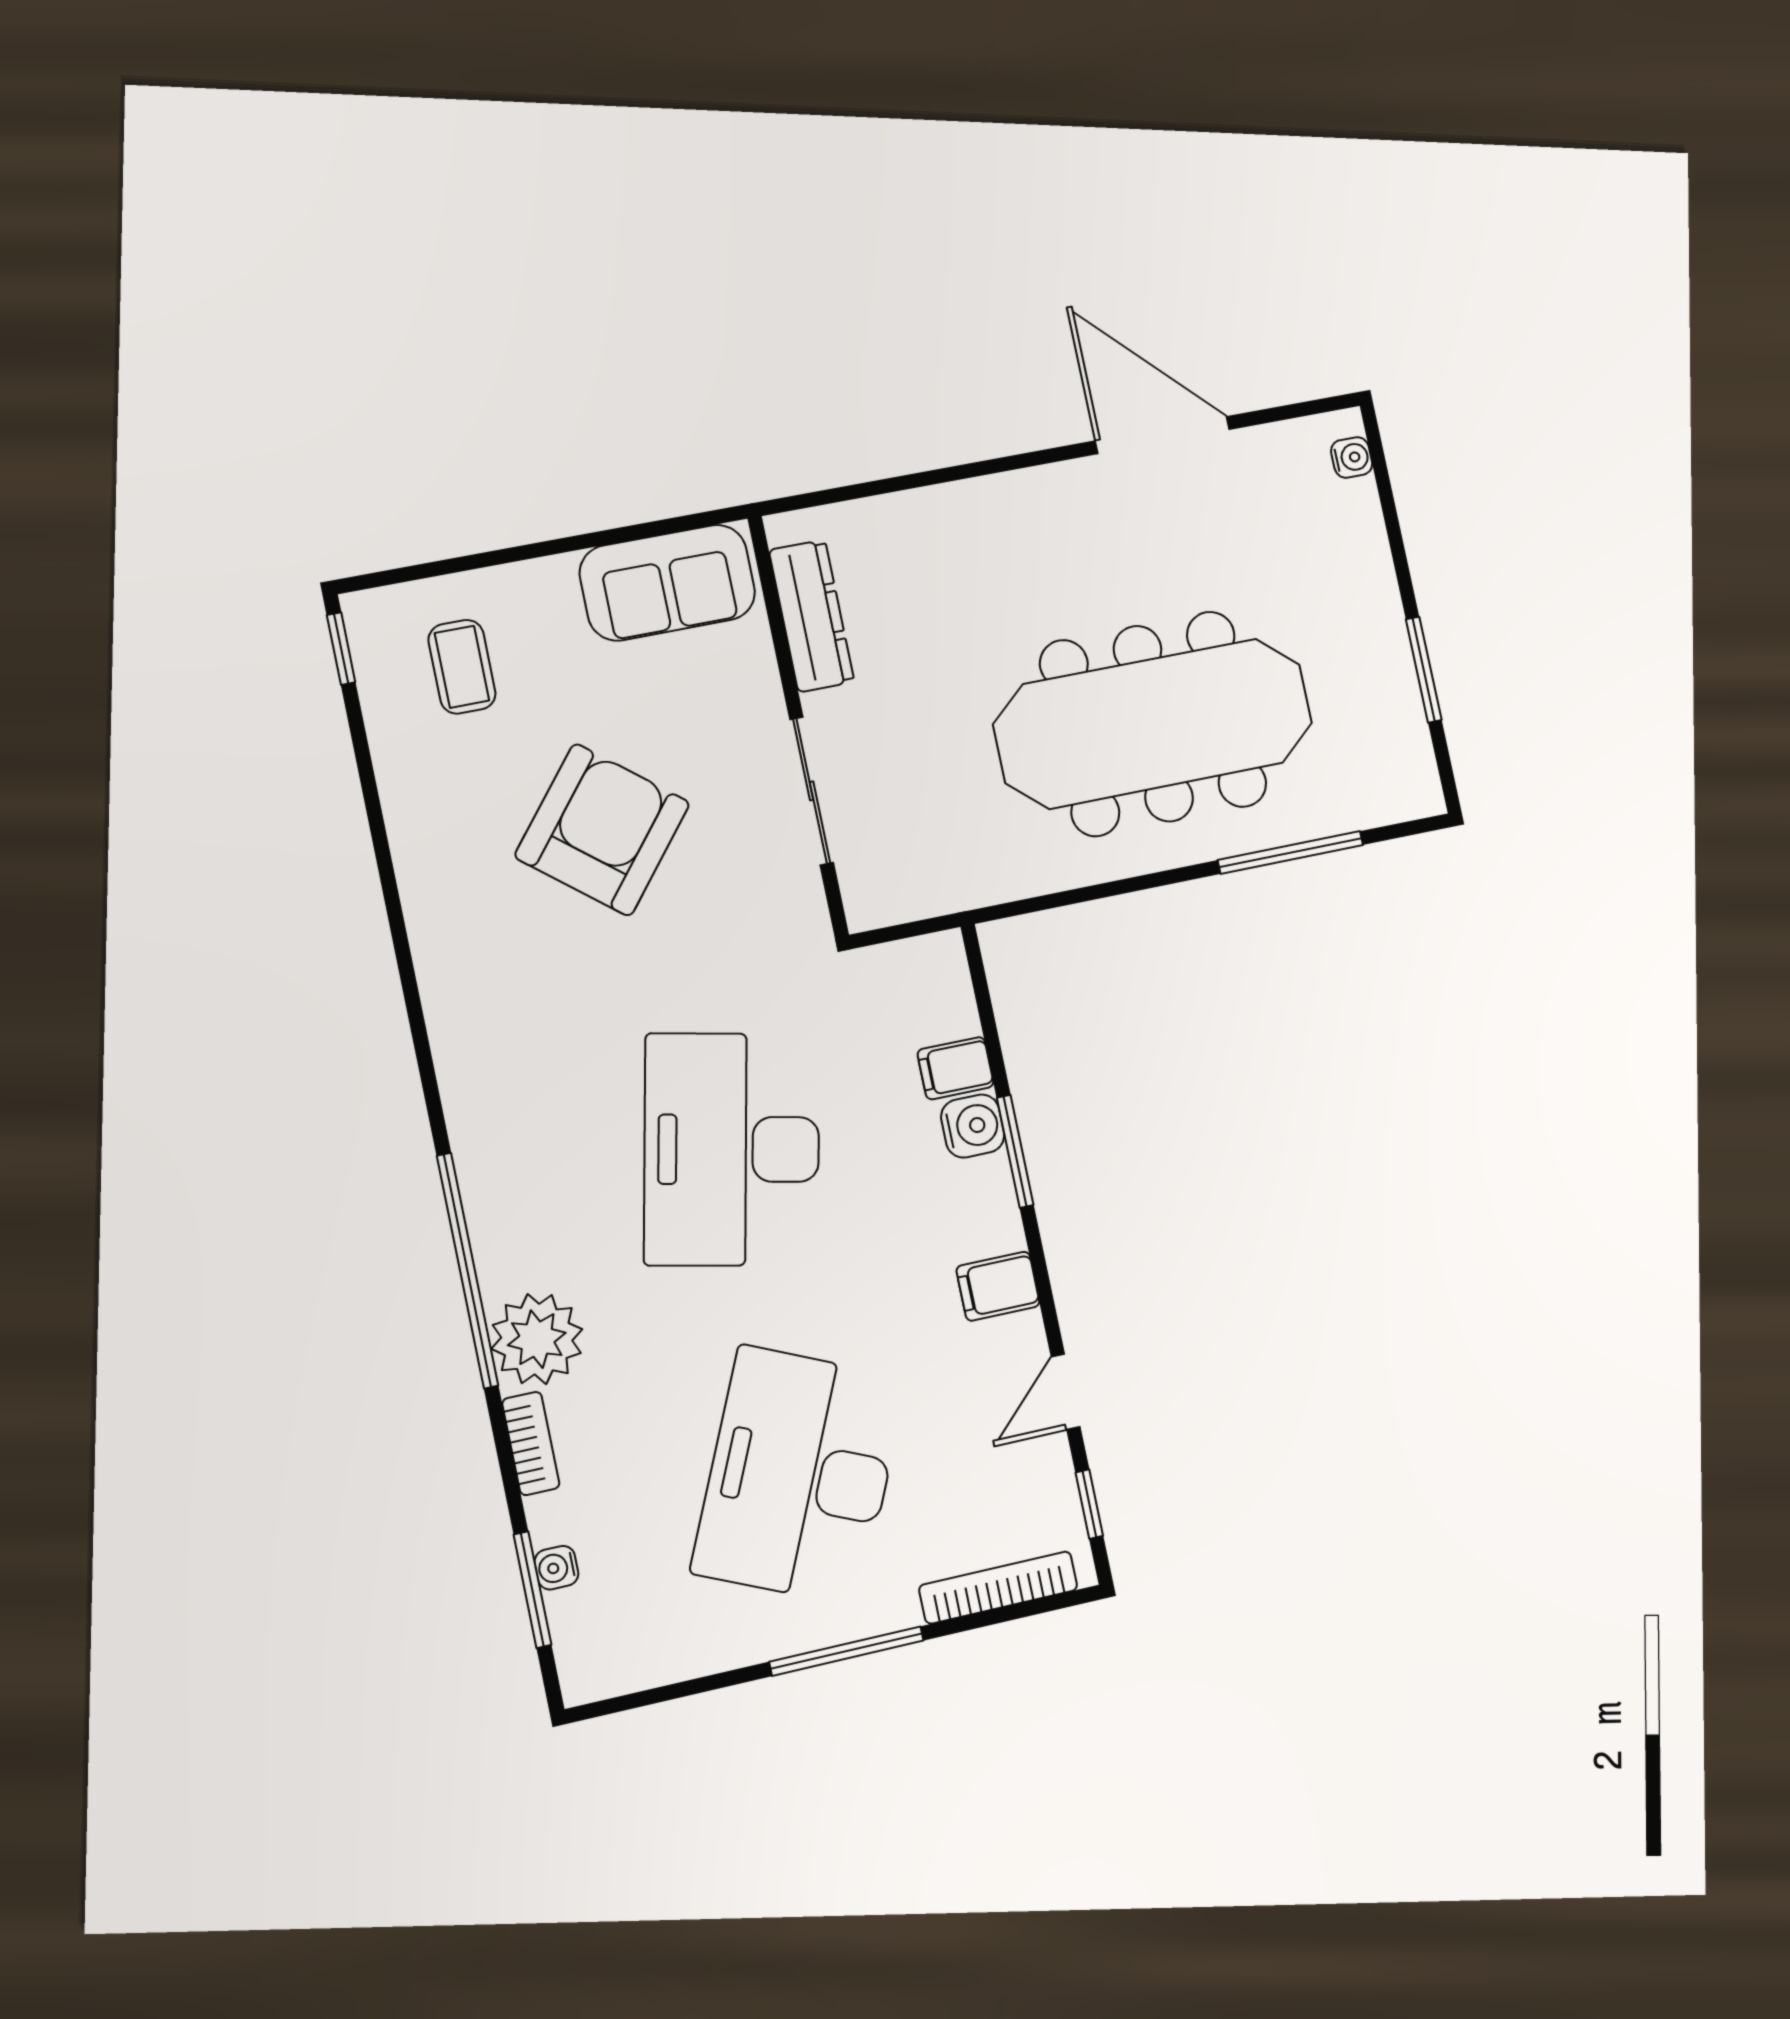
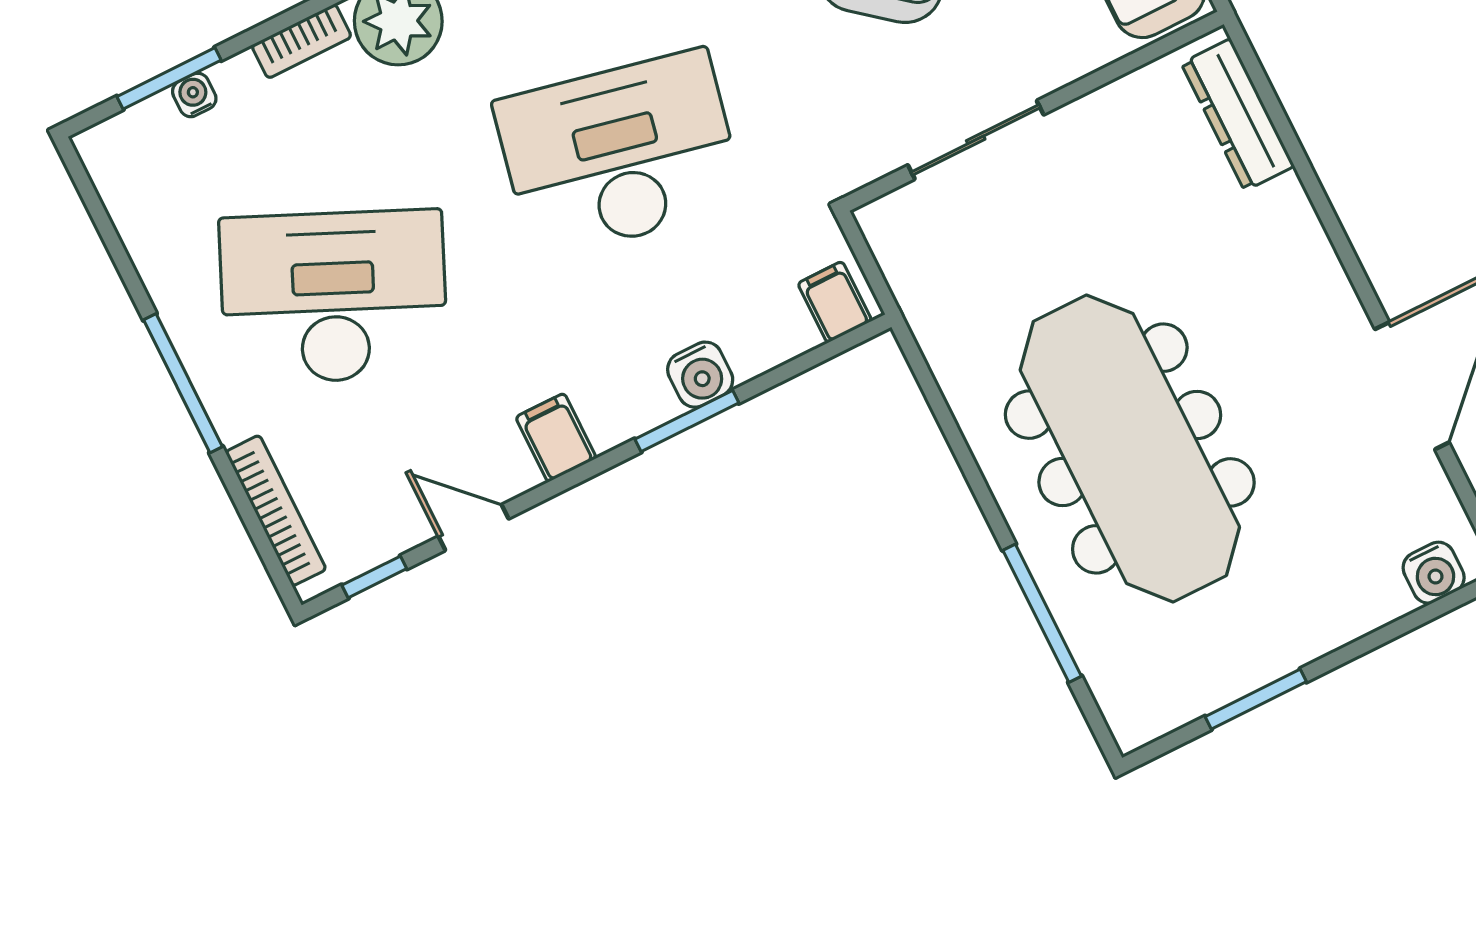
water cooler: (1352, 457) -> (1434, 573), width x1.38, depth x1.38
dresser: (812, 616) -> (1238, 115), moved, turned 90
filing cabinet: (955, 1068) -> (835, 302), moved

